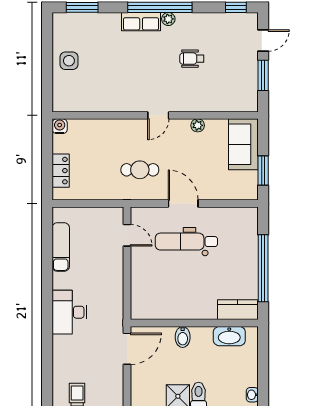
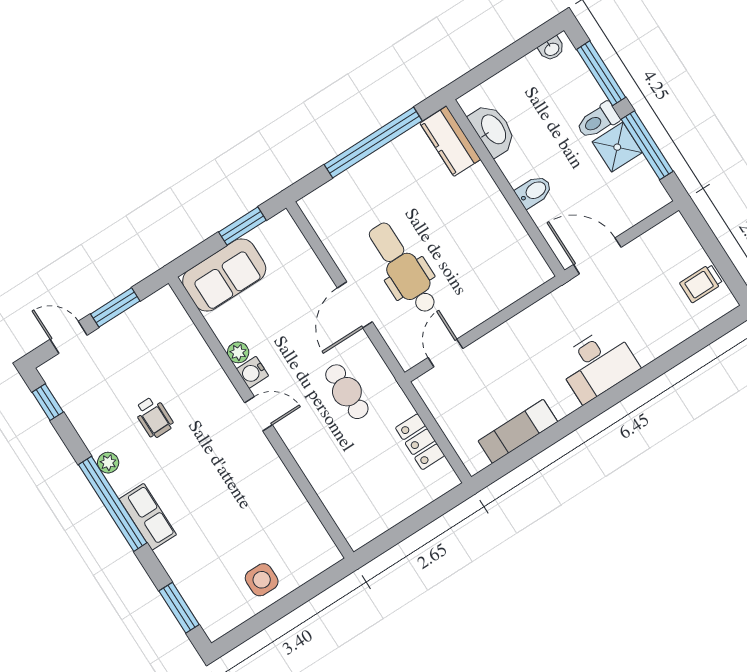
plant: (168, 19) -> (108, 463), moved
water cooler: (60, 126) -> (252, 372), moved
locker: (61, 171) -> (420, 442), moved, turned -90
dental chair: (186, 242) -> (403, 268), turned 180

